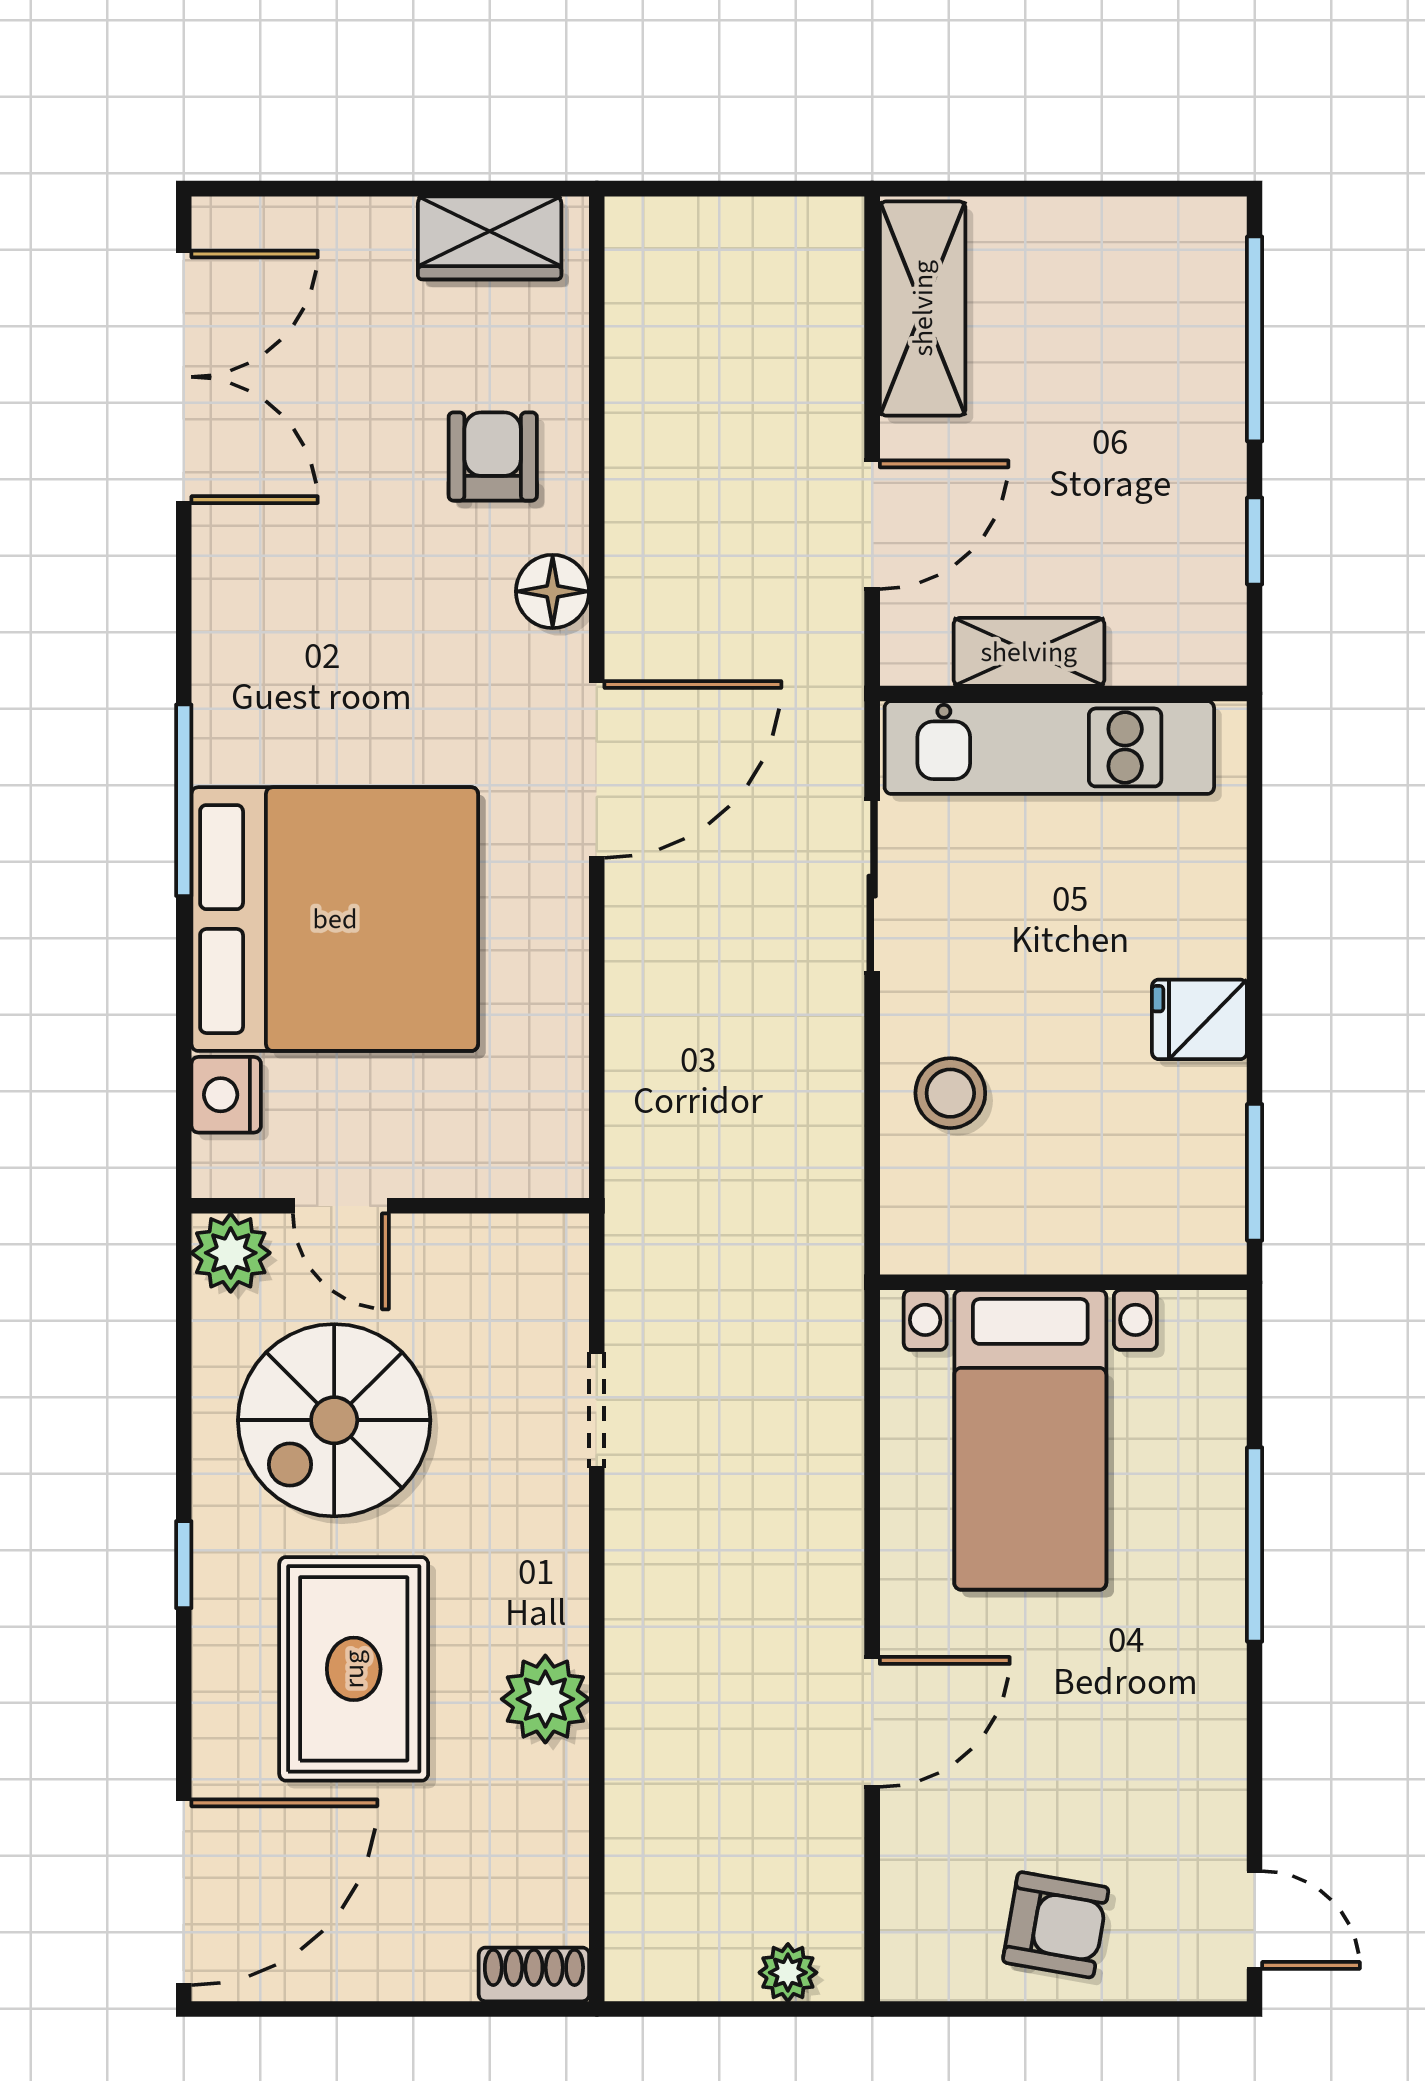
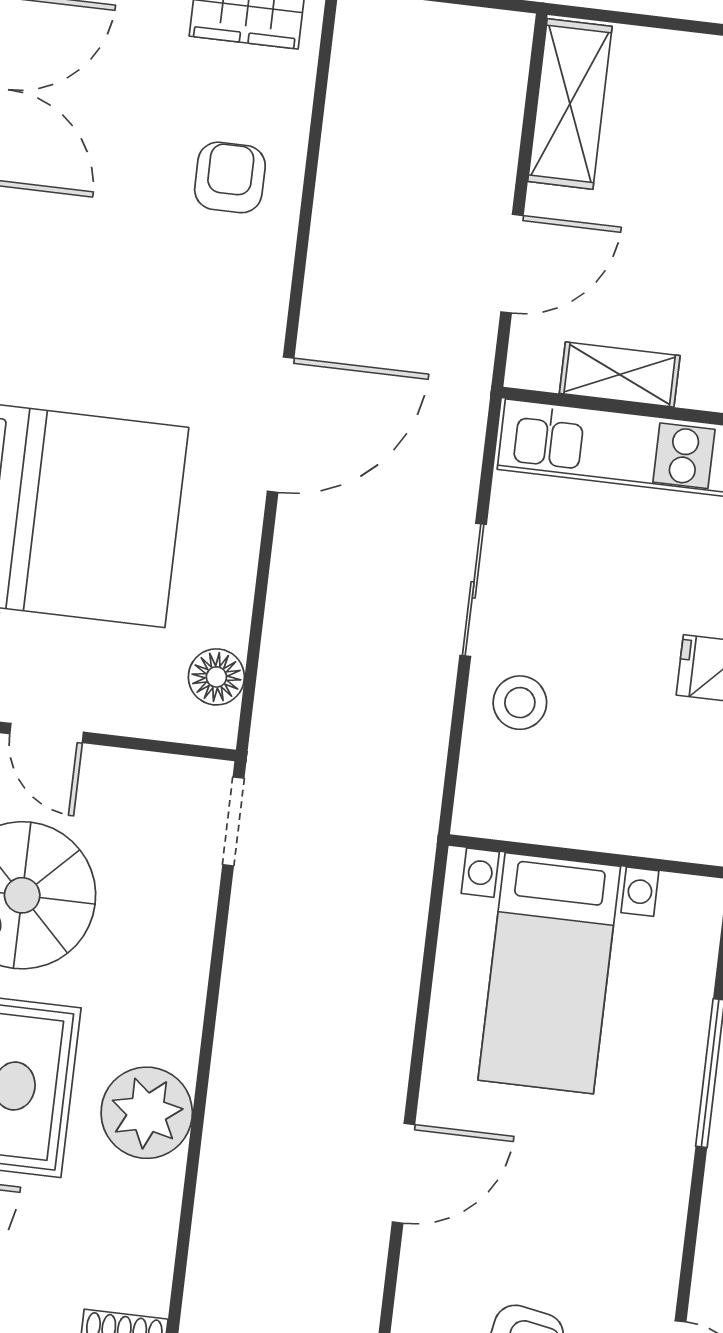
floor lamp: (553, 591) -> (216, 677), moved
sliding door: (872, 886) -> (473, 590), moved
doorway: (597, 1410) -> (233, 821), moved
plant: (545, 1699) -> (147, 1113), width x1.36, depth x1.36

